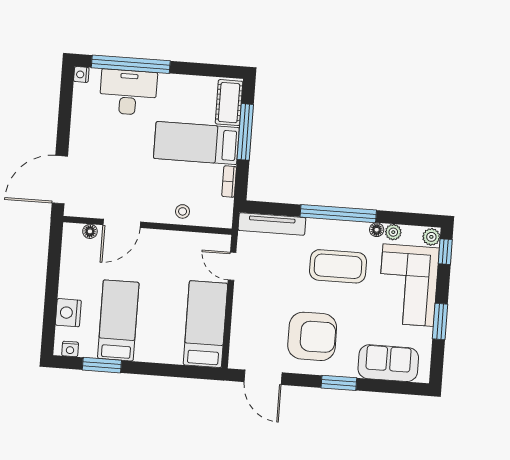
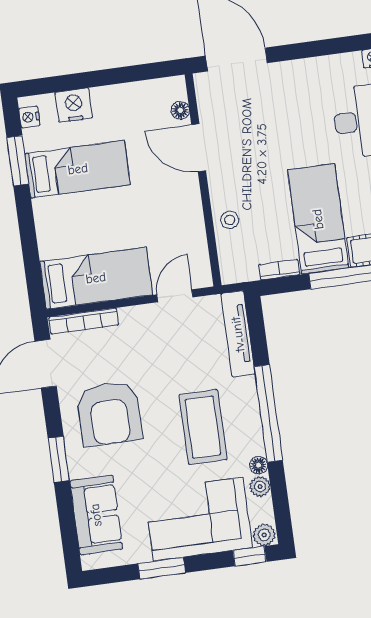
bookcase: (237, 341) -> (84, 321), added

